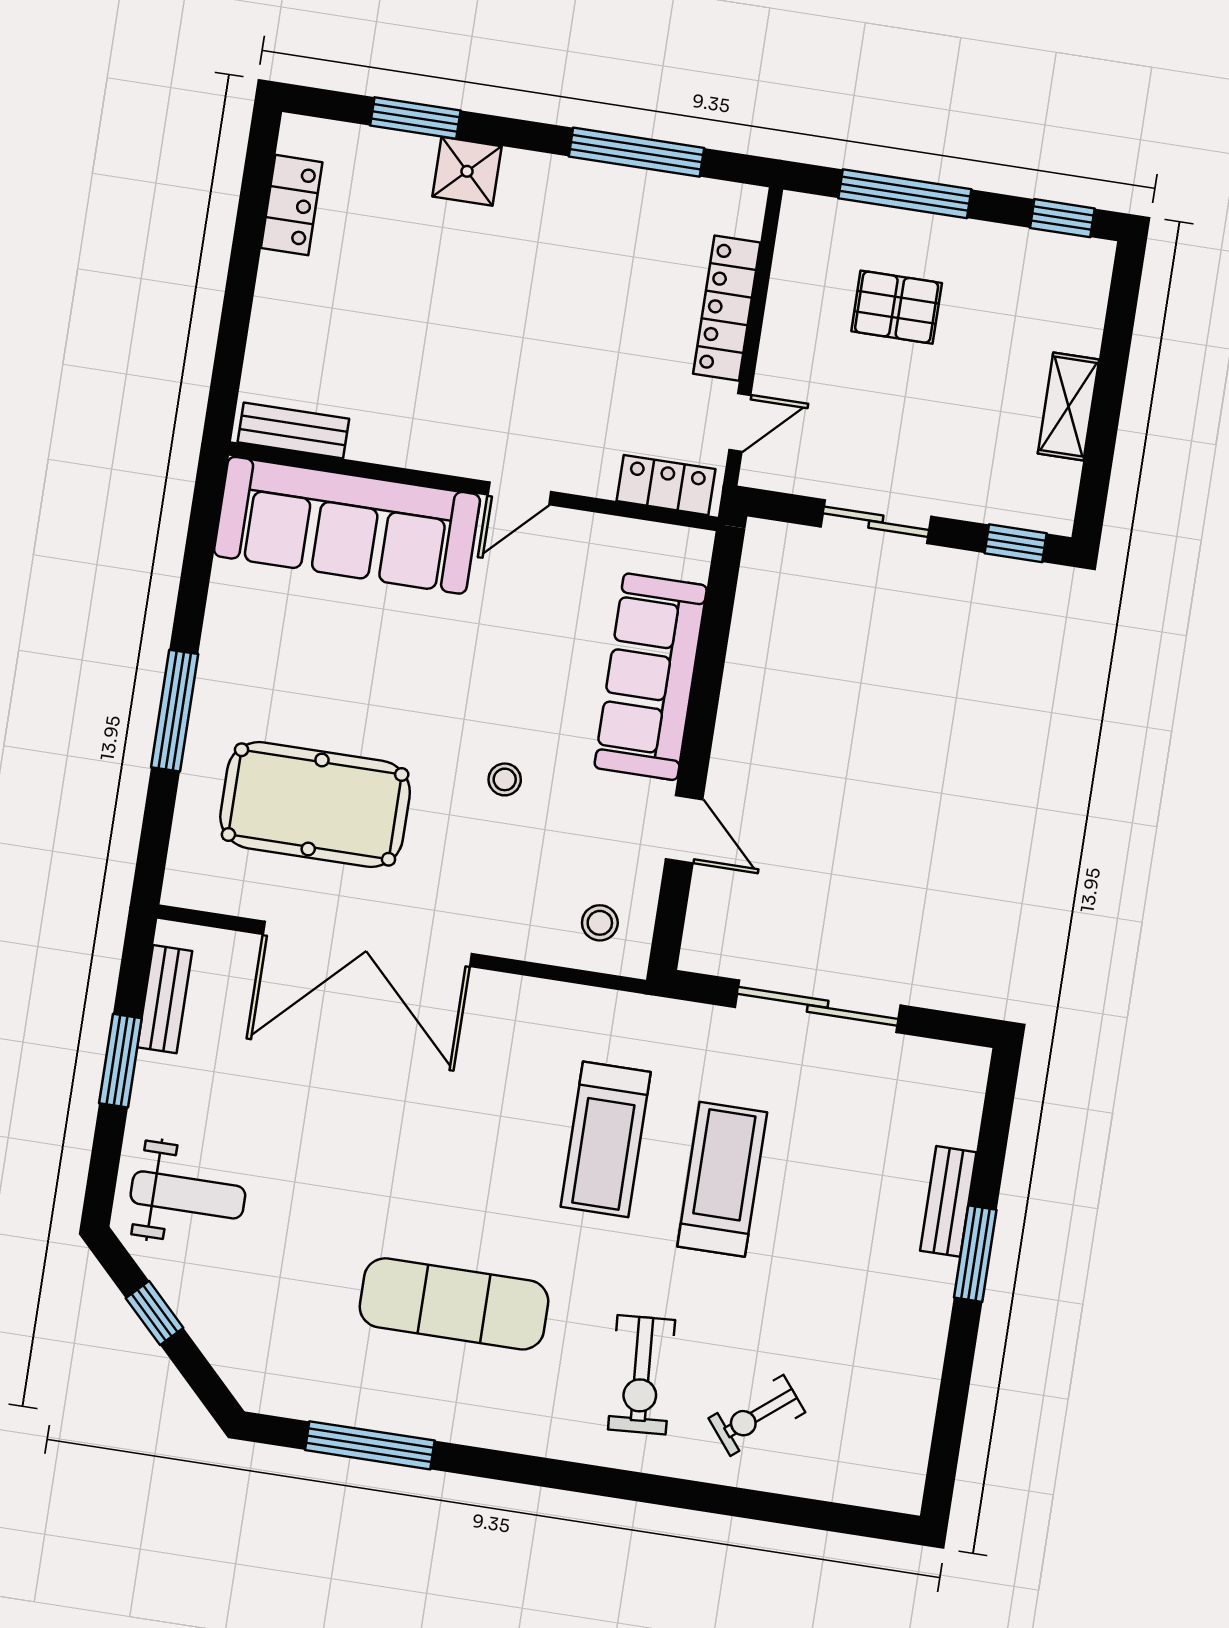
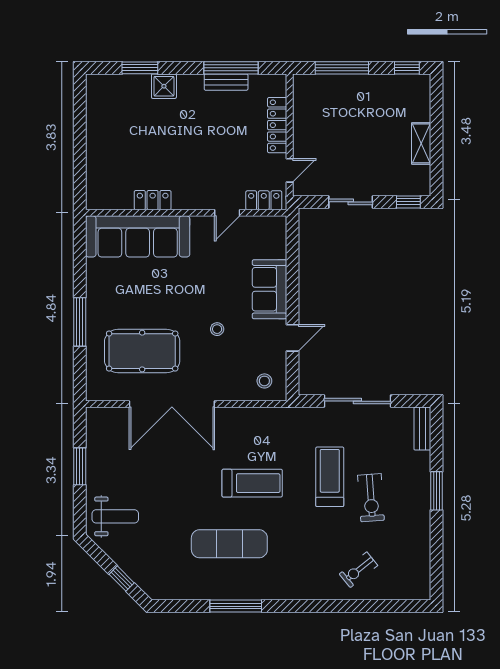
locker: (292, 205) -> (153, 200), moved, turned -90
pallet: (897, 307) -> (346, 114), removed
bench: (293, 430) -> (226, 82), moved
door: (519, 493) -> (227, 213), moved
sofa: (651, 677) -> (270, 289), width x0.73
door: (684, 829) -> (293, 338), hinge flipped
bench: (165, 999) -> (94, 439), removed
treadmill: (606, 1139) -> (252, 483), moved, turned -90
bench: (948, 1201) -> (422, 429), moved
window: (155, 1313) -> (122, 579), moved
exercise bike: (642, 1375) -> (371, 498), moved
window: (370, 1445) -> (236, 606), moved

